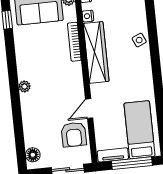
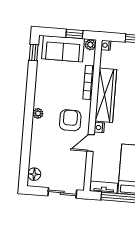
nightstand: (88, 16) -> (99, 128), moved
armchair: (74, 135) -> (70, 120), moved, turned 180

